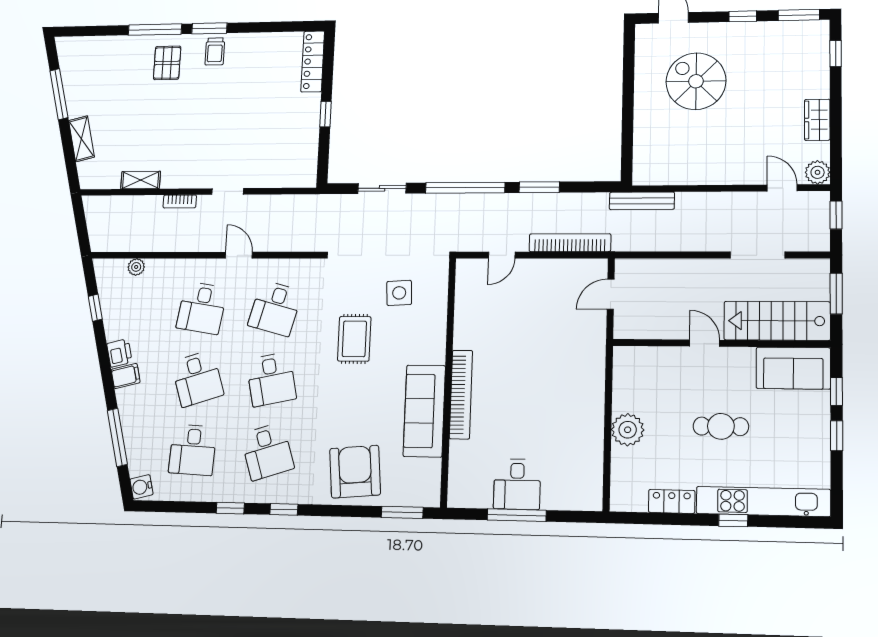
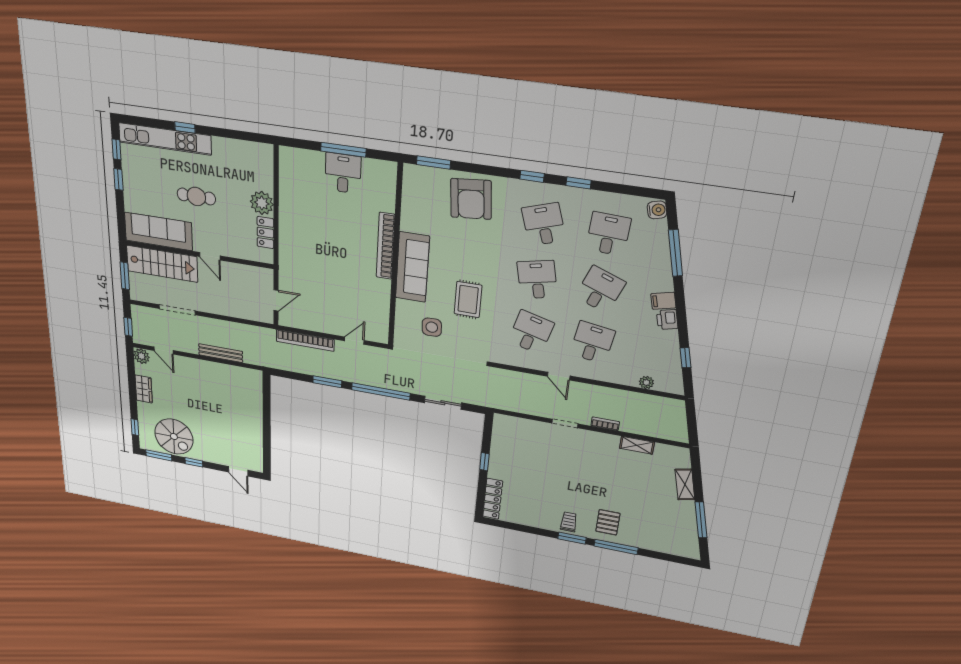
spiral stairs: (696, 81) -> (174, 436), moved
bench: (642, 201) -> (221, 353), moved
sofa: (793, 368) -> (158, 231), width x1.36
desk: (197, 378) -> (600, 290), turned 39
window: (836, 391) -> (116, 149), moved
sofa: (424, 411) -> (412, 267), moved
locker: (672, 501) -> (265, 233), moved, turned 90

